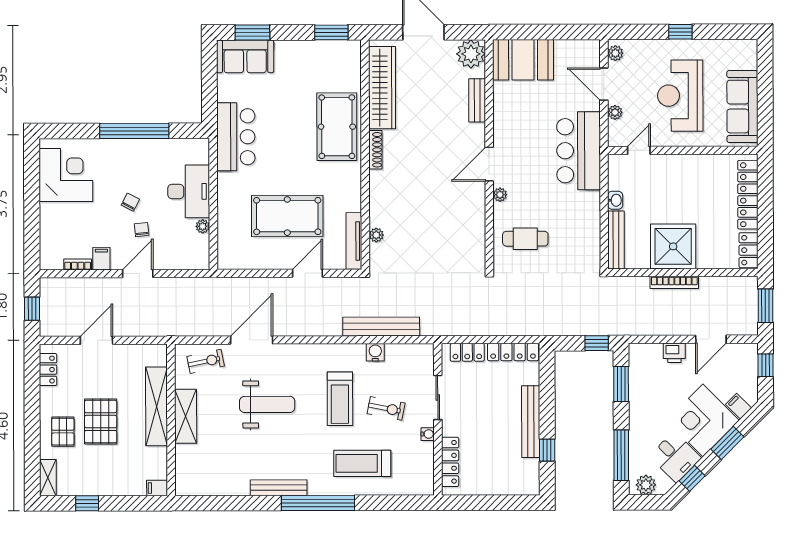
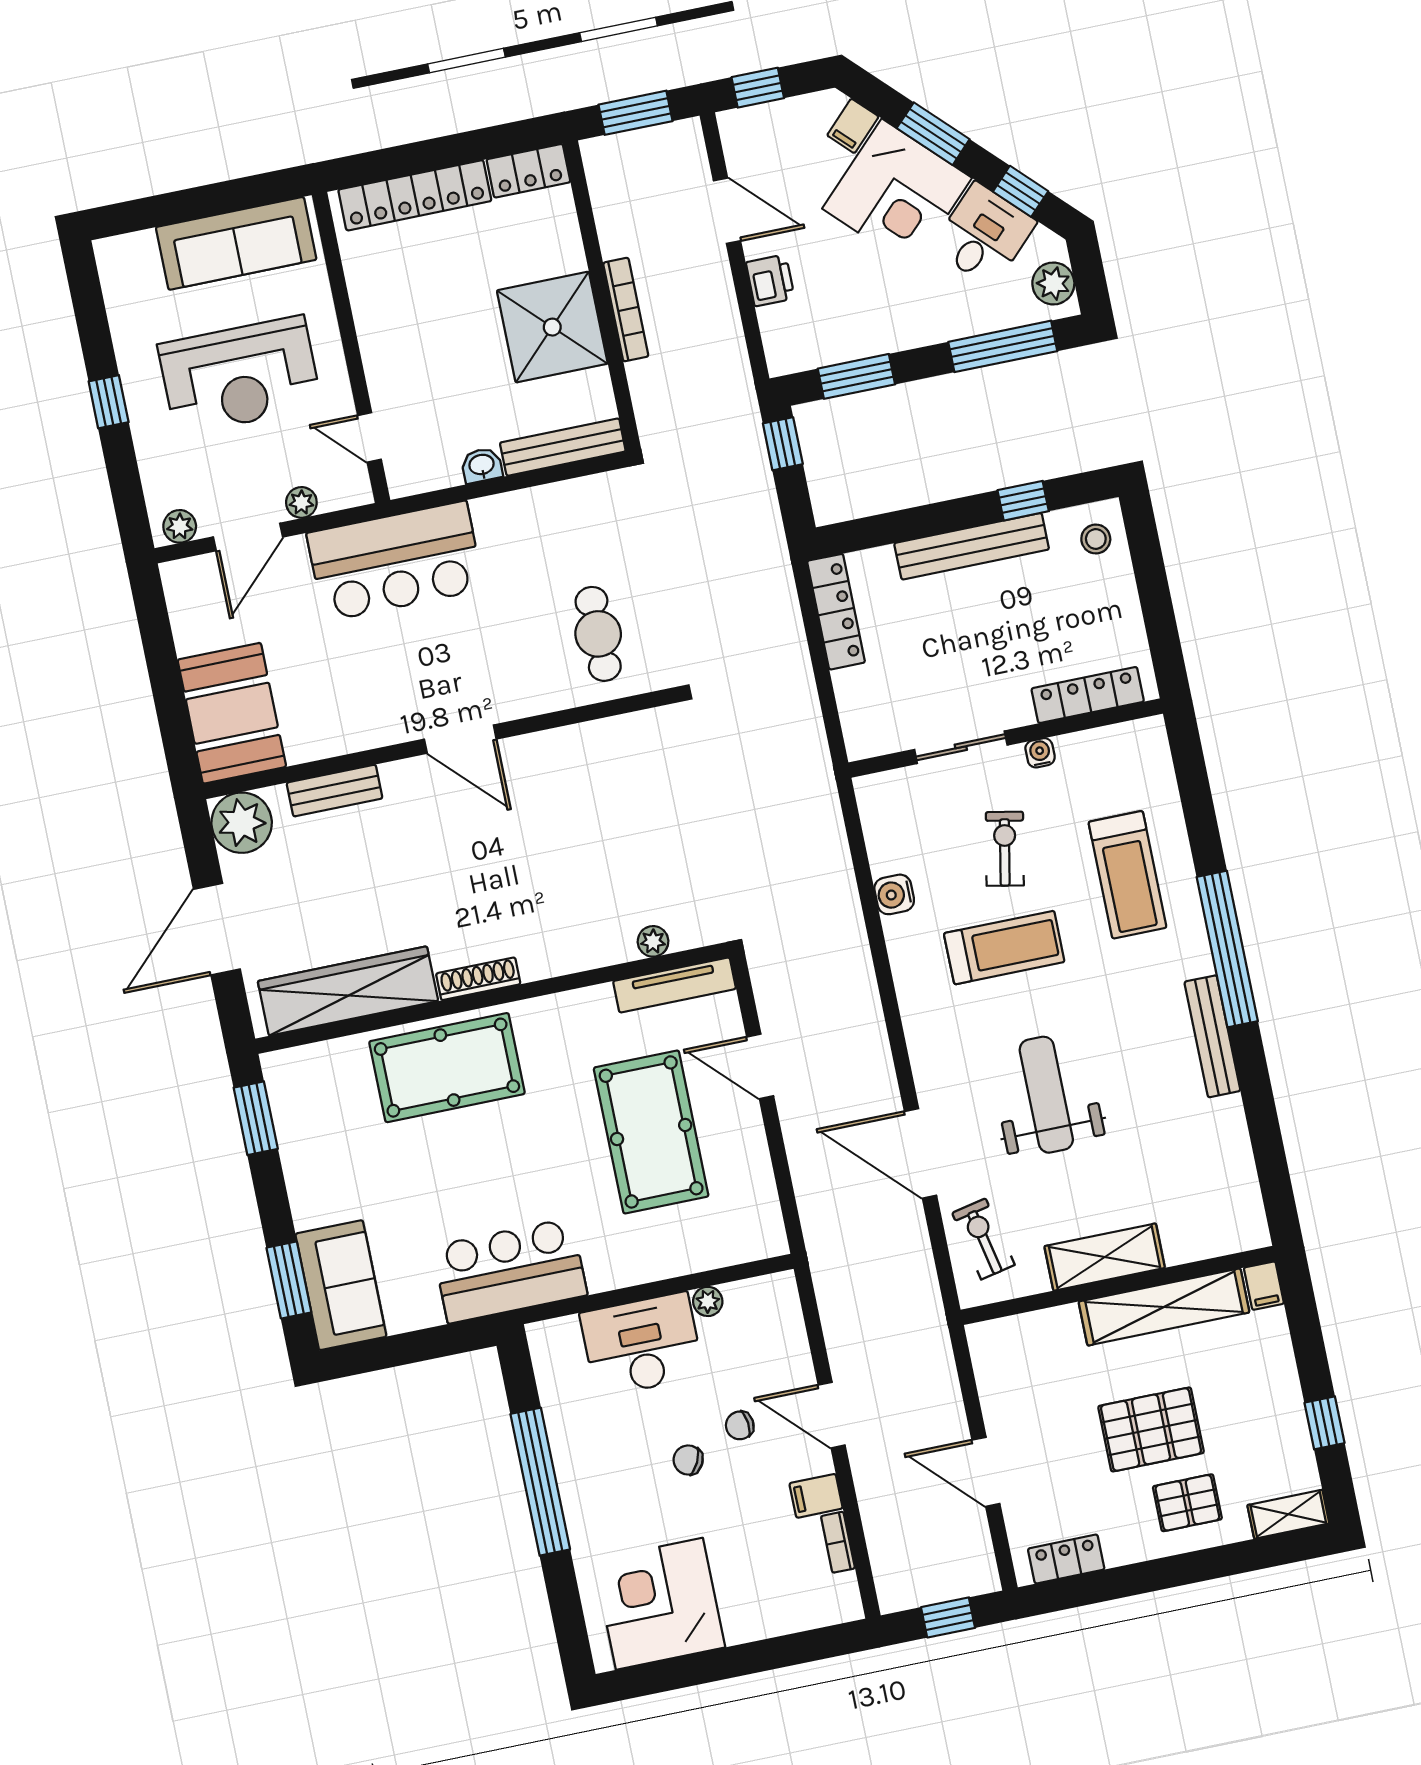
plant: (500, 195) -> (518, 704), removed
bench: (381, 327) -> (839, 893), removed
locker: (467, 352) -> (856, 706), removed
shelving: (157, 406) -> (1164, 1307), moved
stool: (522, 480) -> (1096, 539), added

